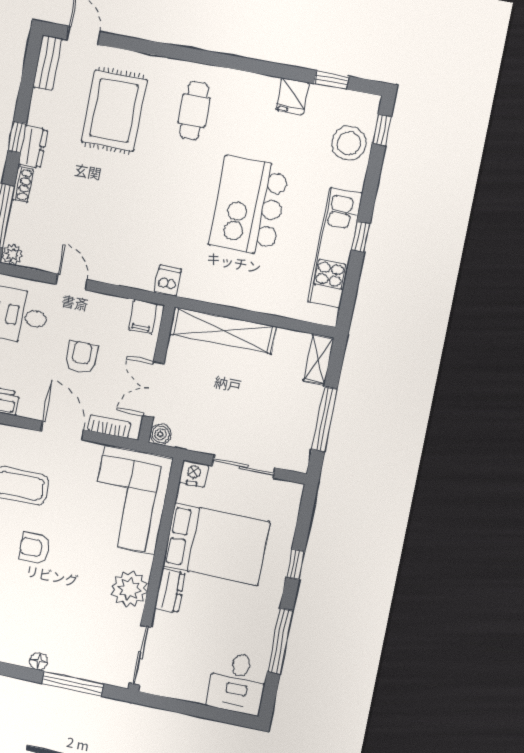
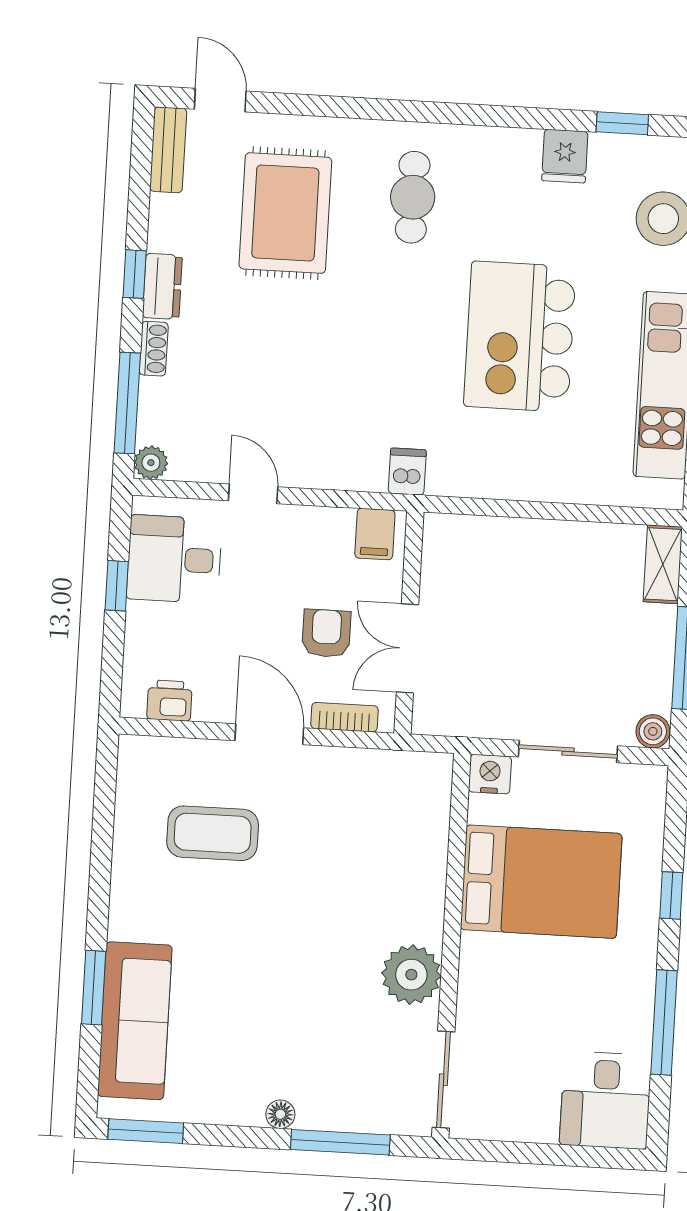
shelving: (223, 330) -> (505, 539), removed
armchair: (81, 357) -> (326, 633), moved
boiler: (160, 434) -> (653, 731), moved
corner sofa: (130, 500) -> (393, 831), removed
armchair: (35, 548) -> (250, 931), removed
dresser: (170, 591) -> (477, 968), removed

